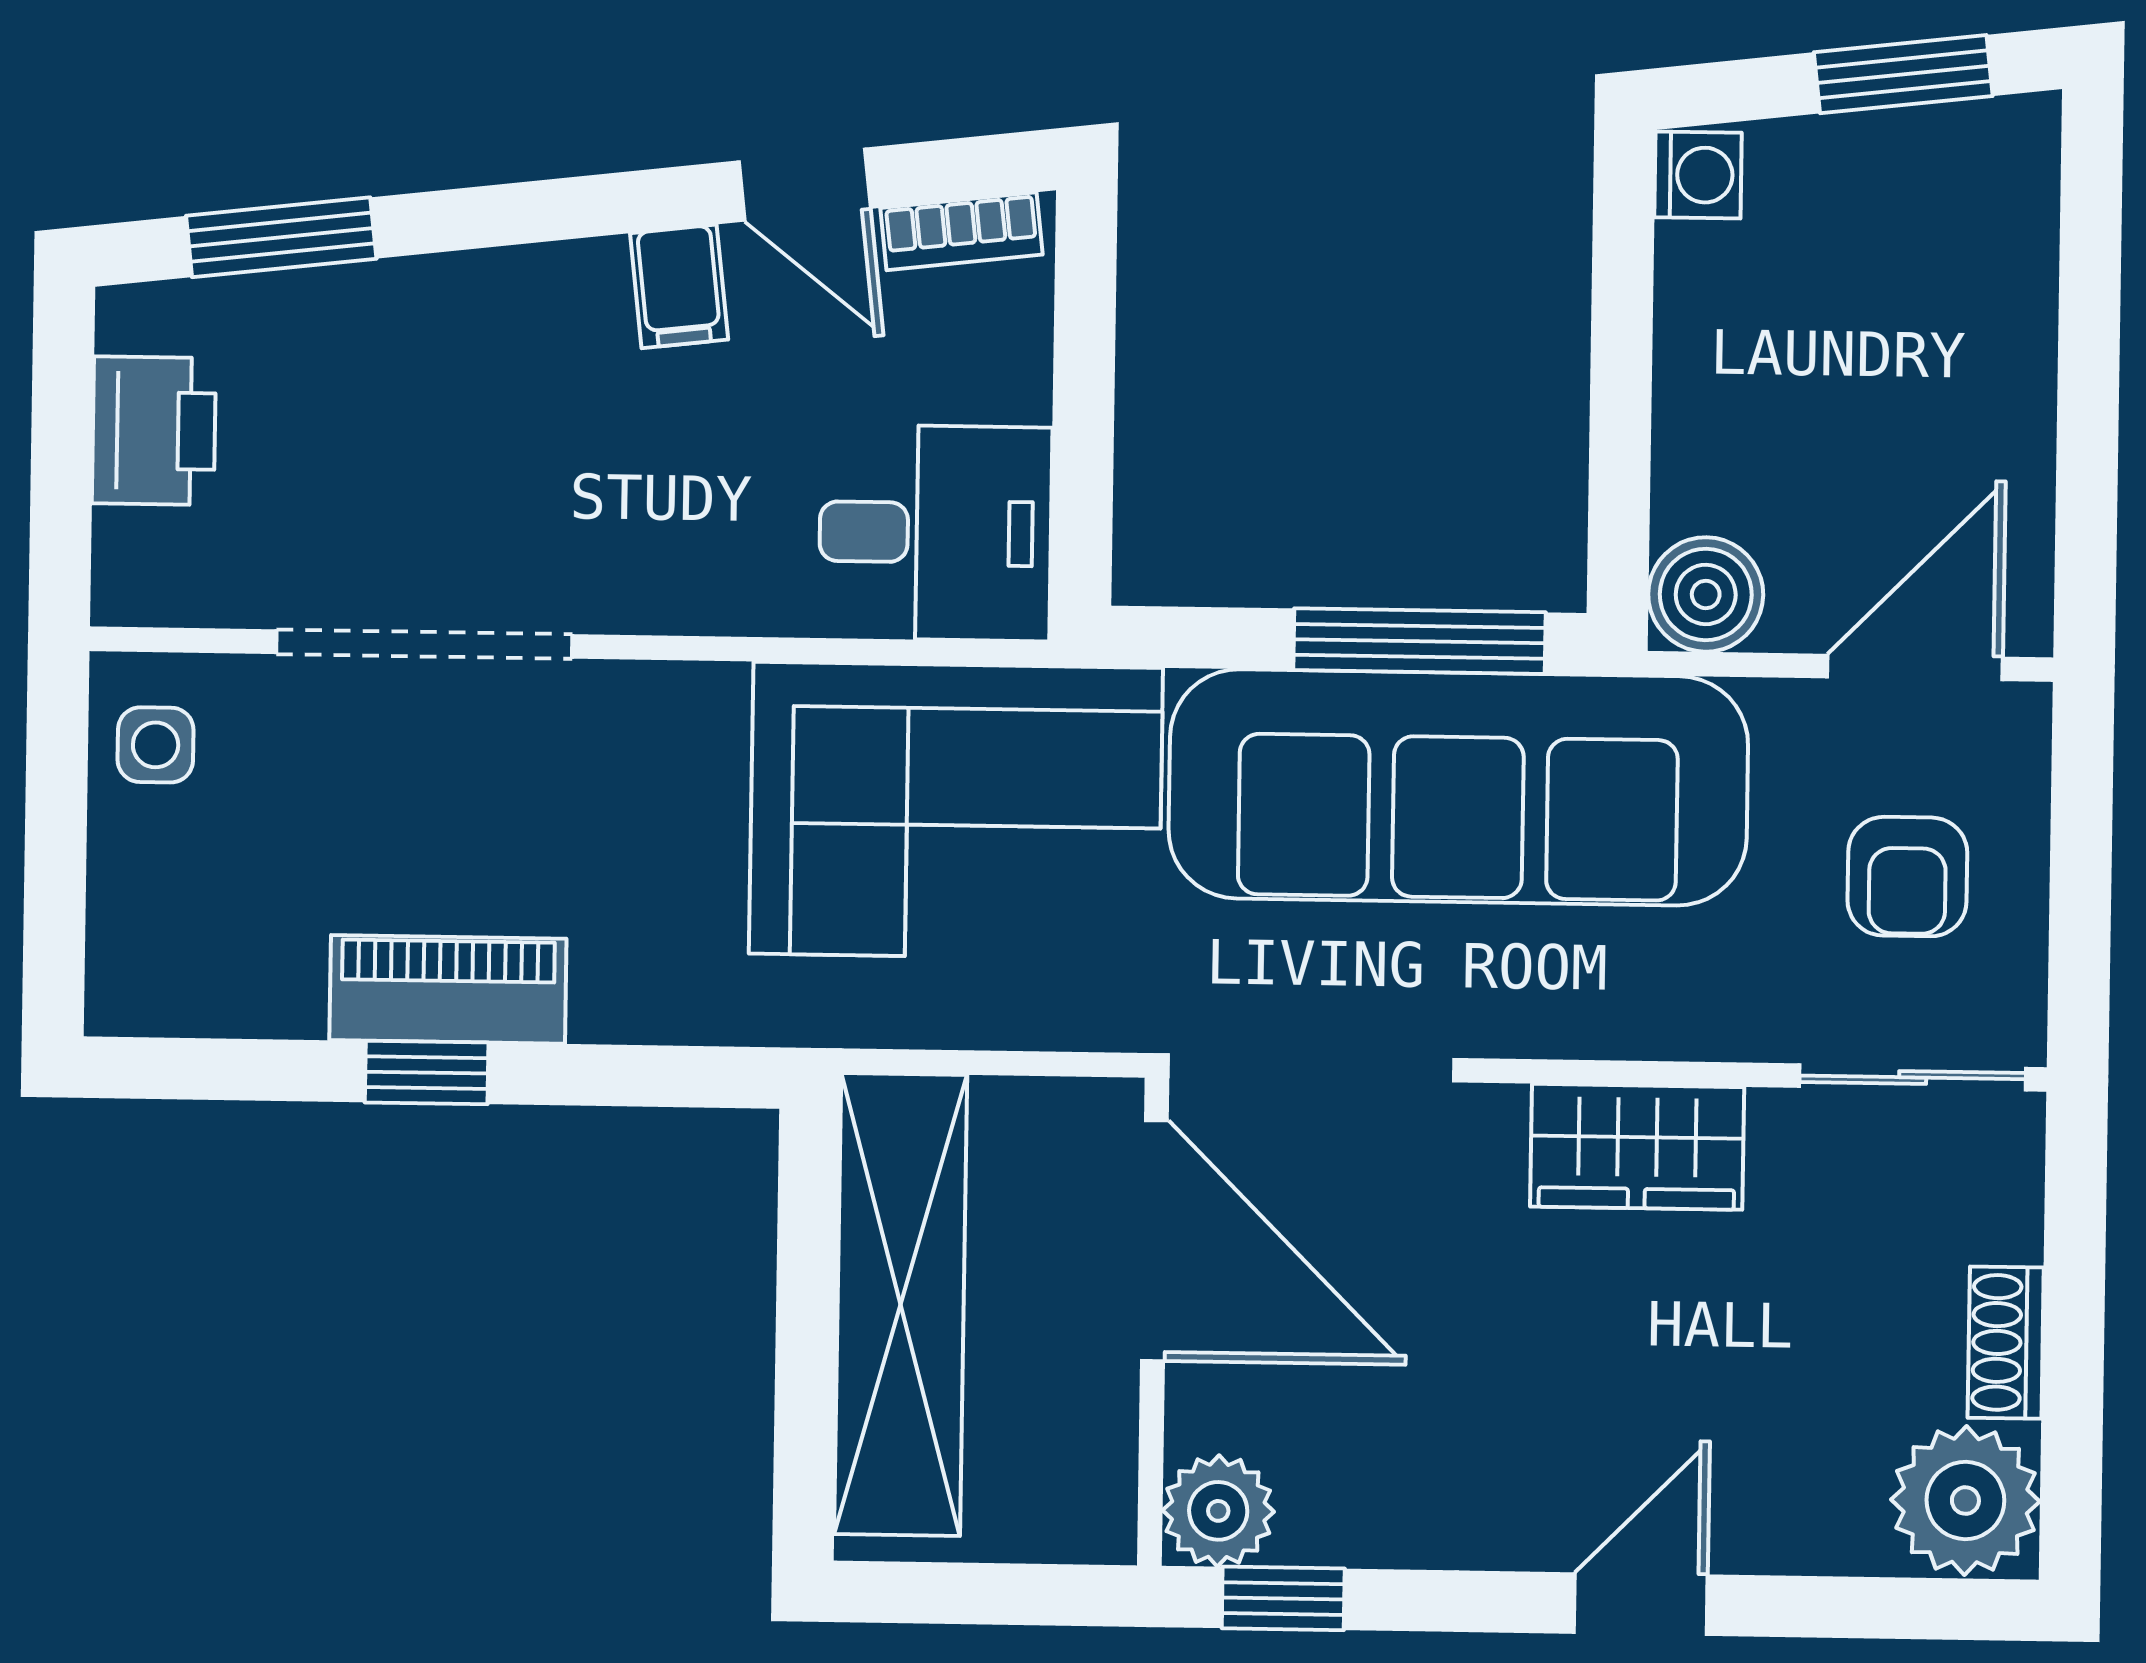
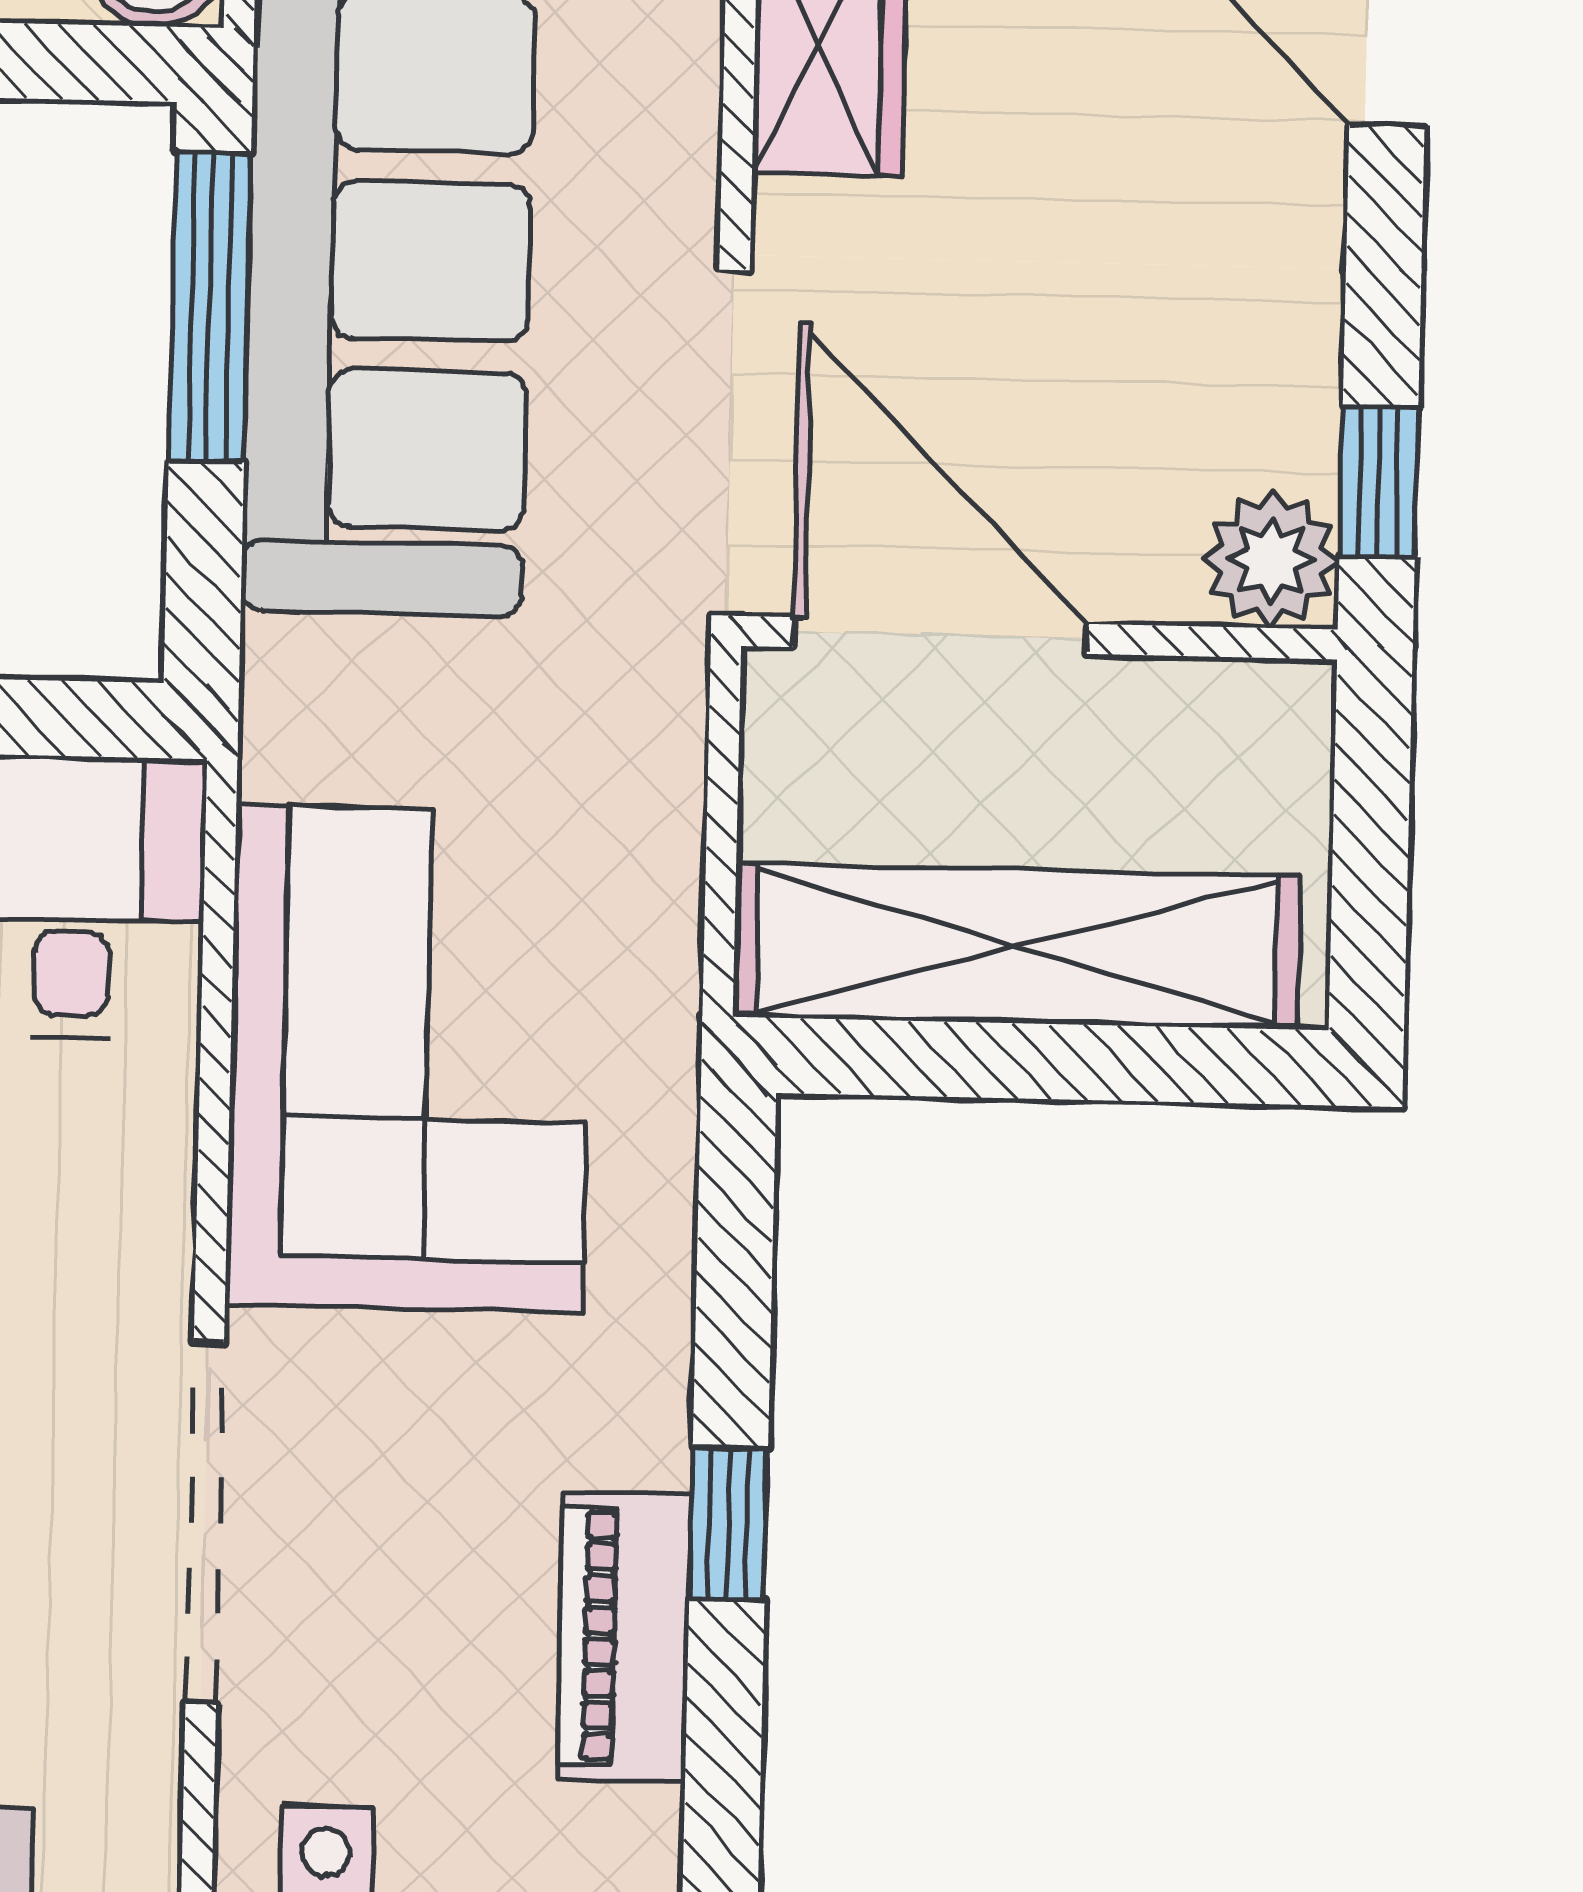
corner sofa: (956, 811) -> (409, 1059), moved
piano: (448, 989) -> (624, 1637), moved
door: (1154, 1241) -> (940, 636), hinge flipped

